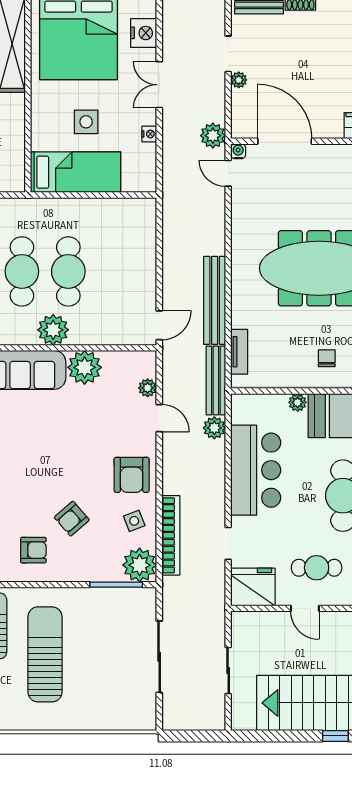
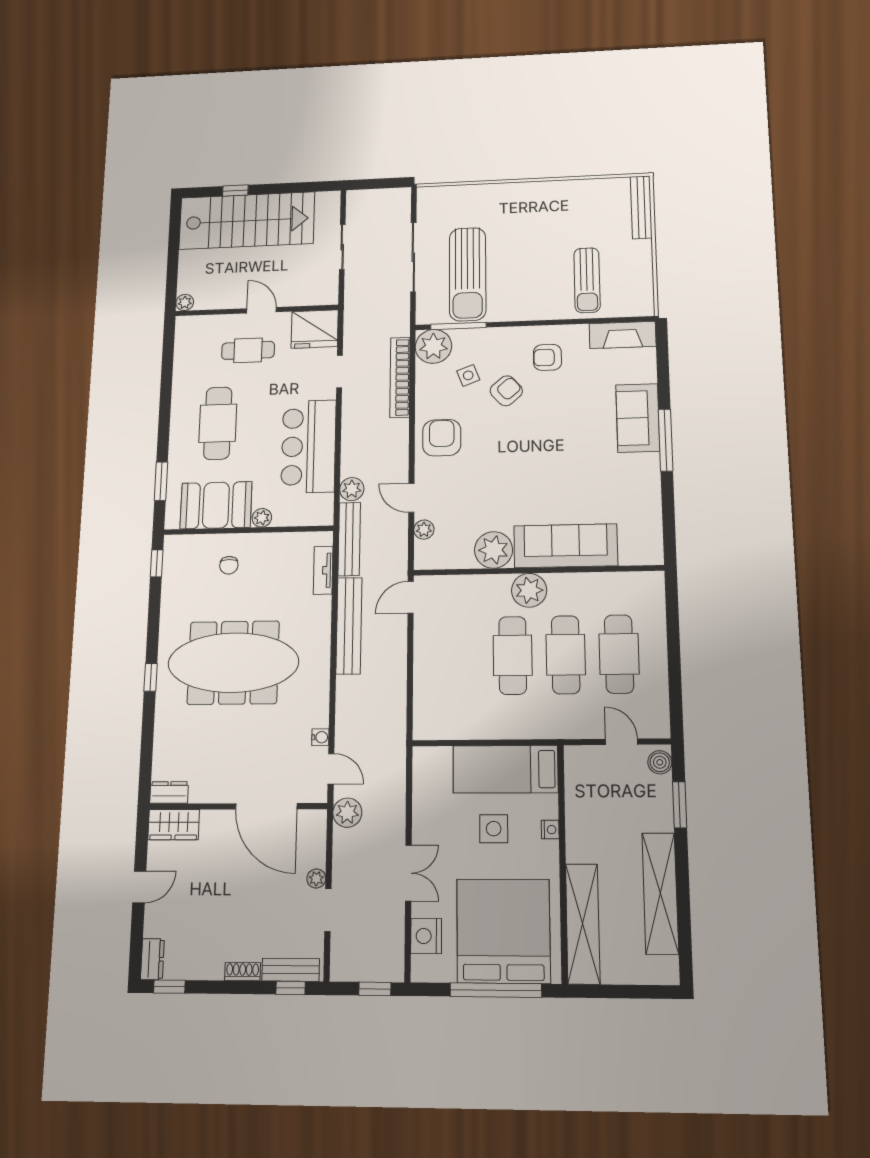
nightstand: (149, 134) -> (550, 830), moved, turned 180
water cooler: (238, 151) -> (320, 737), moved, turned -90
side table: (134, 521) -> (468, 375), moved
sun lounger: (45, 654) -> (468, 274), moved

